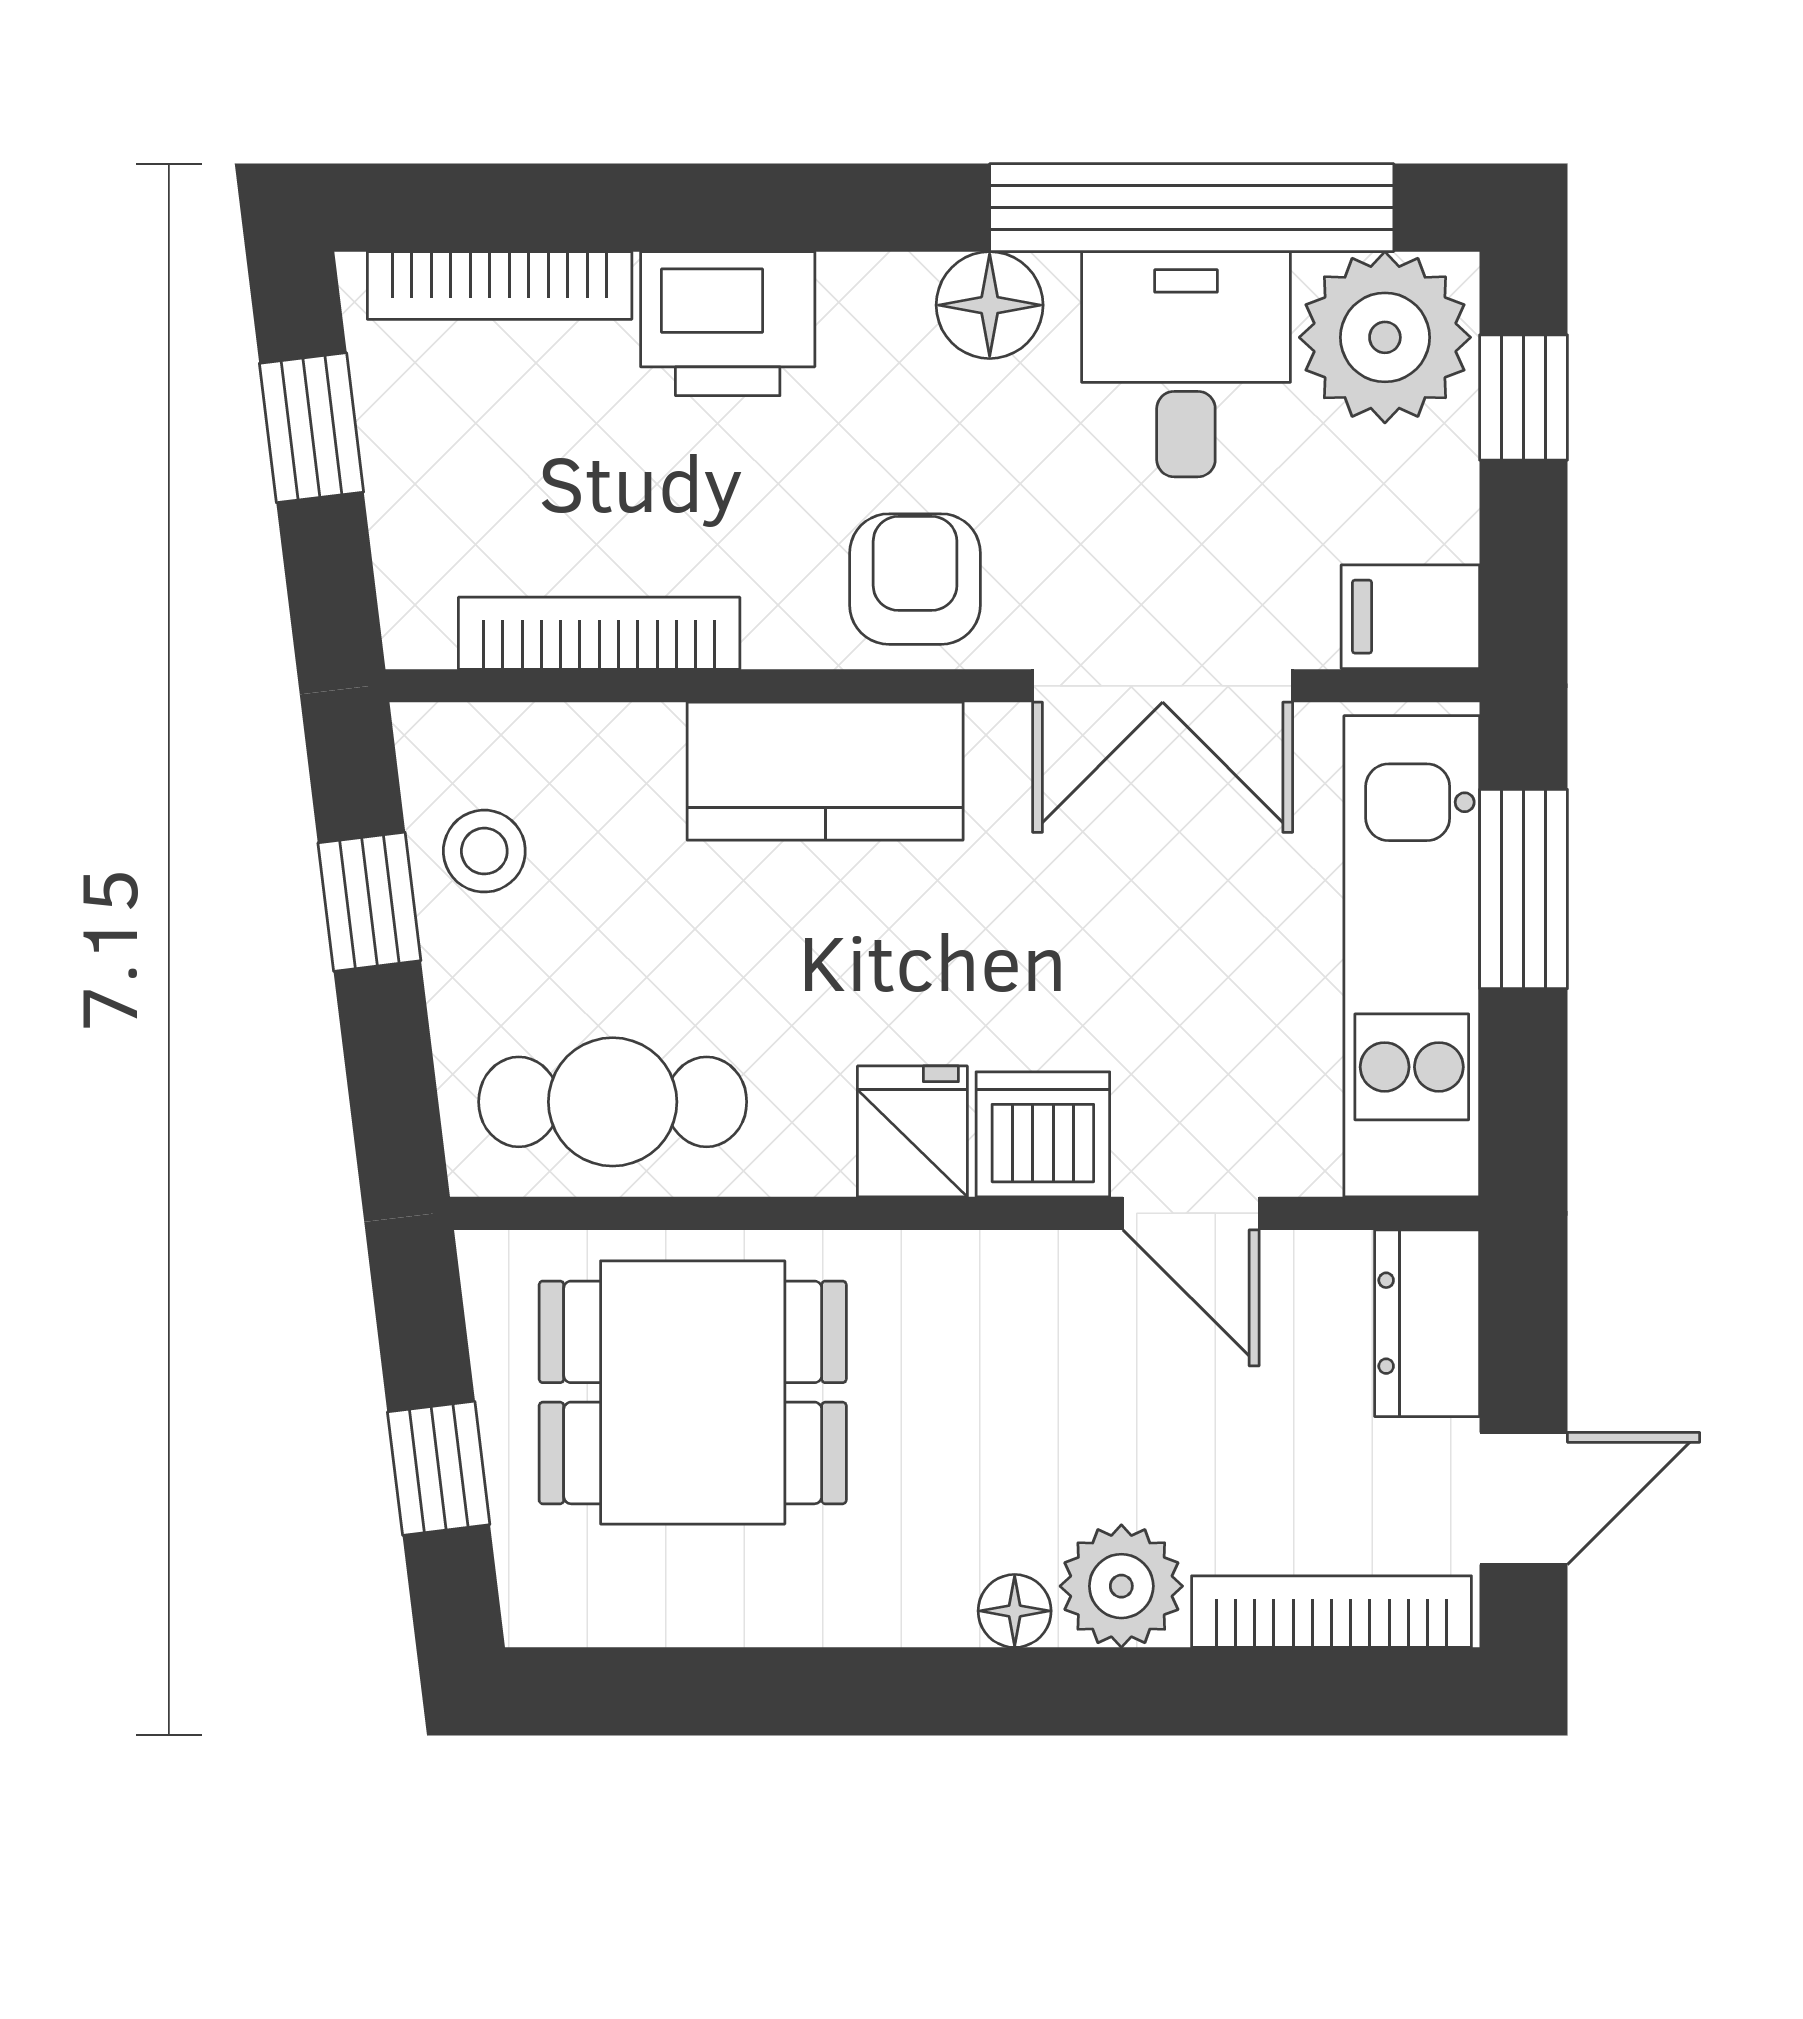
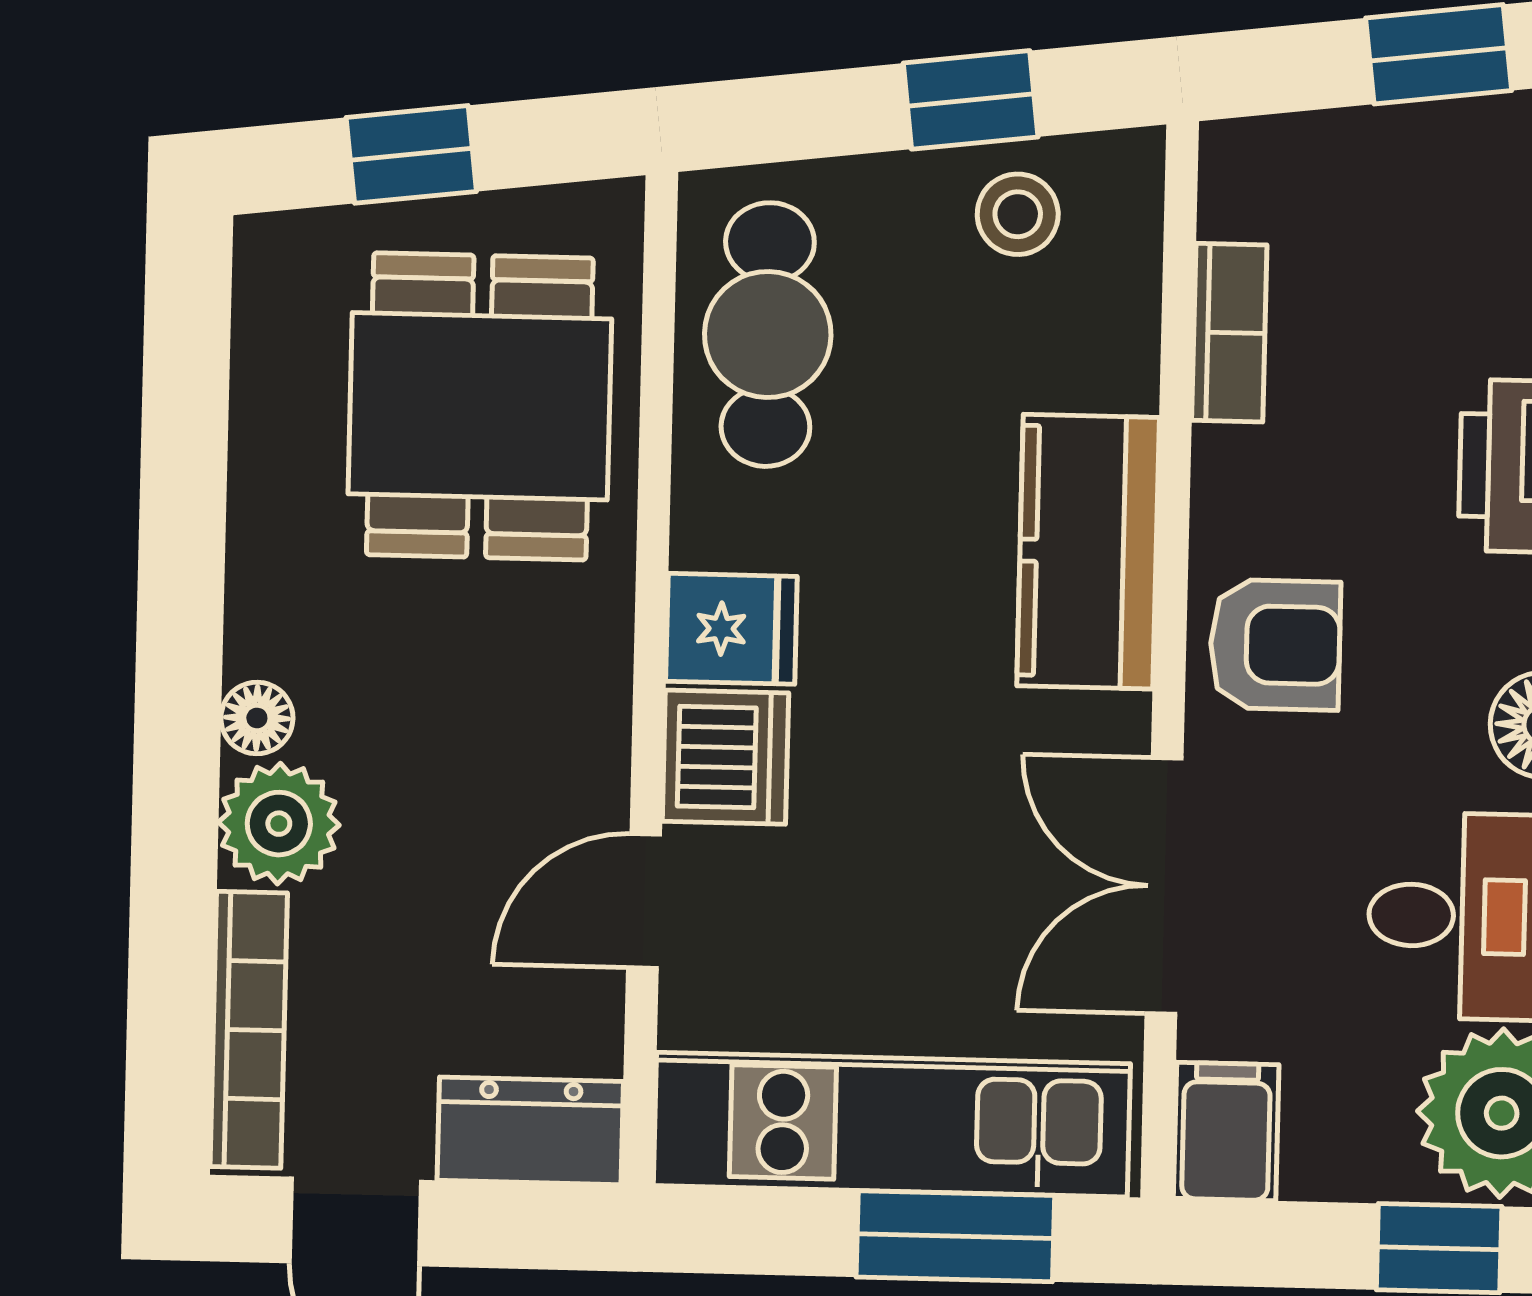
bookcase: (599, 633) -> (1229, 333), width x0.64

